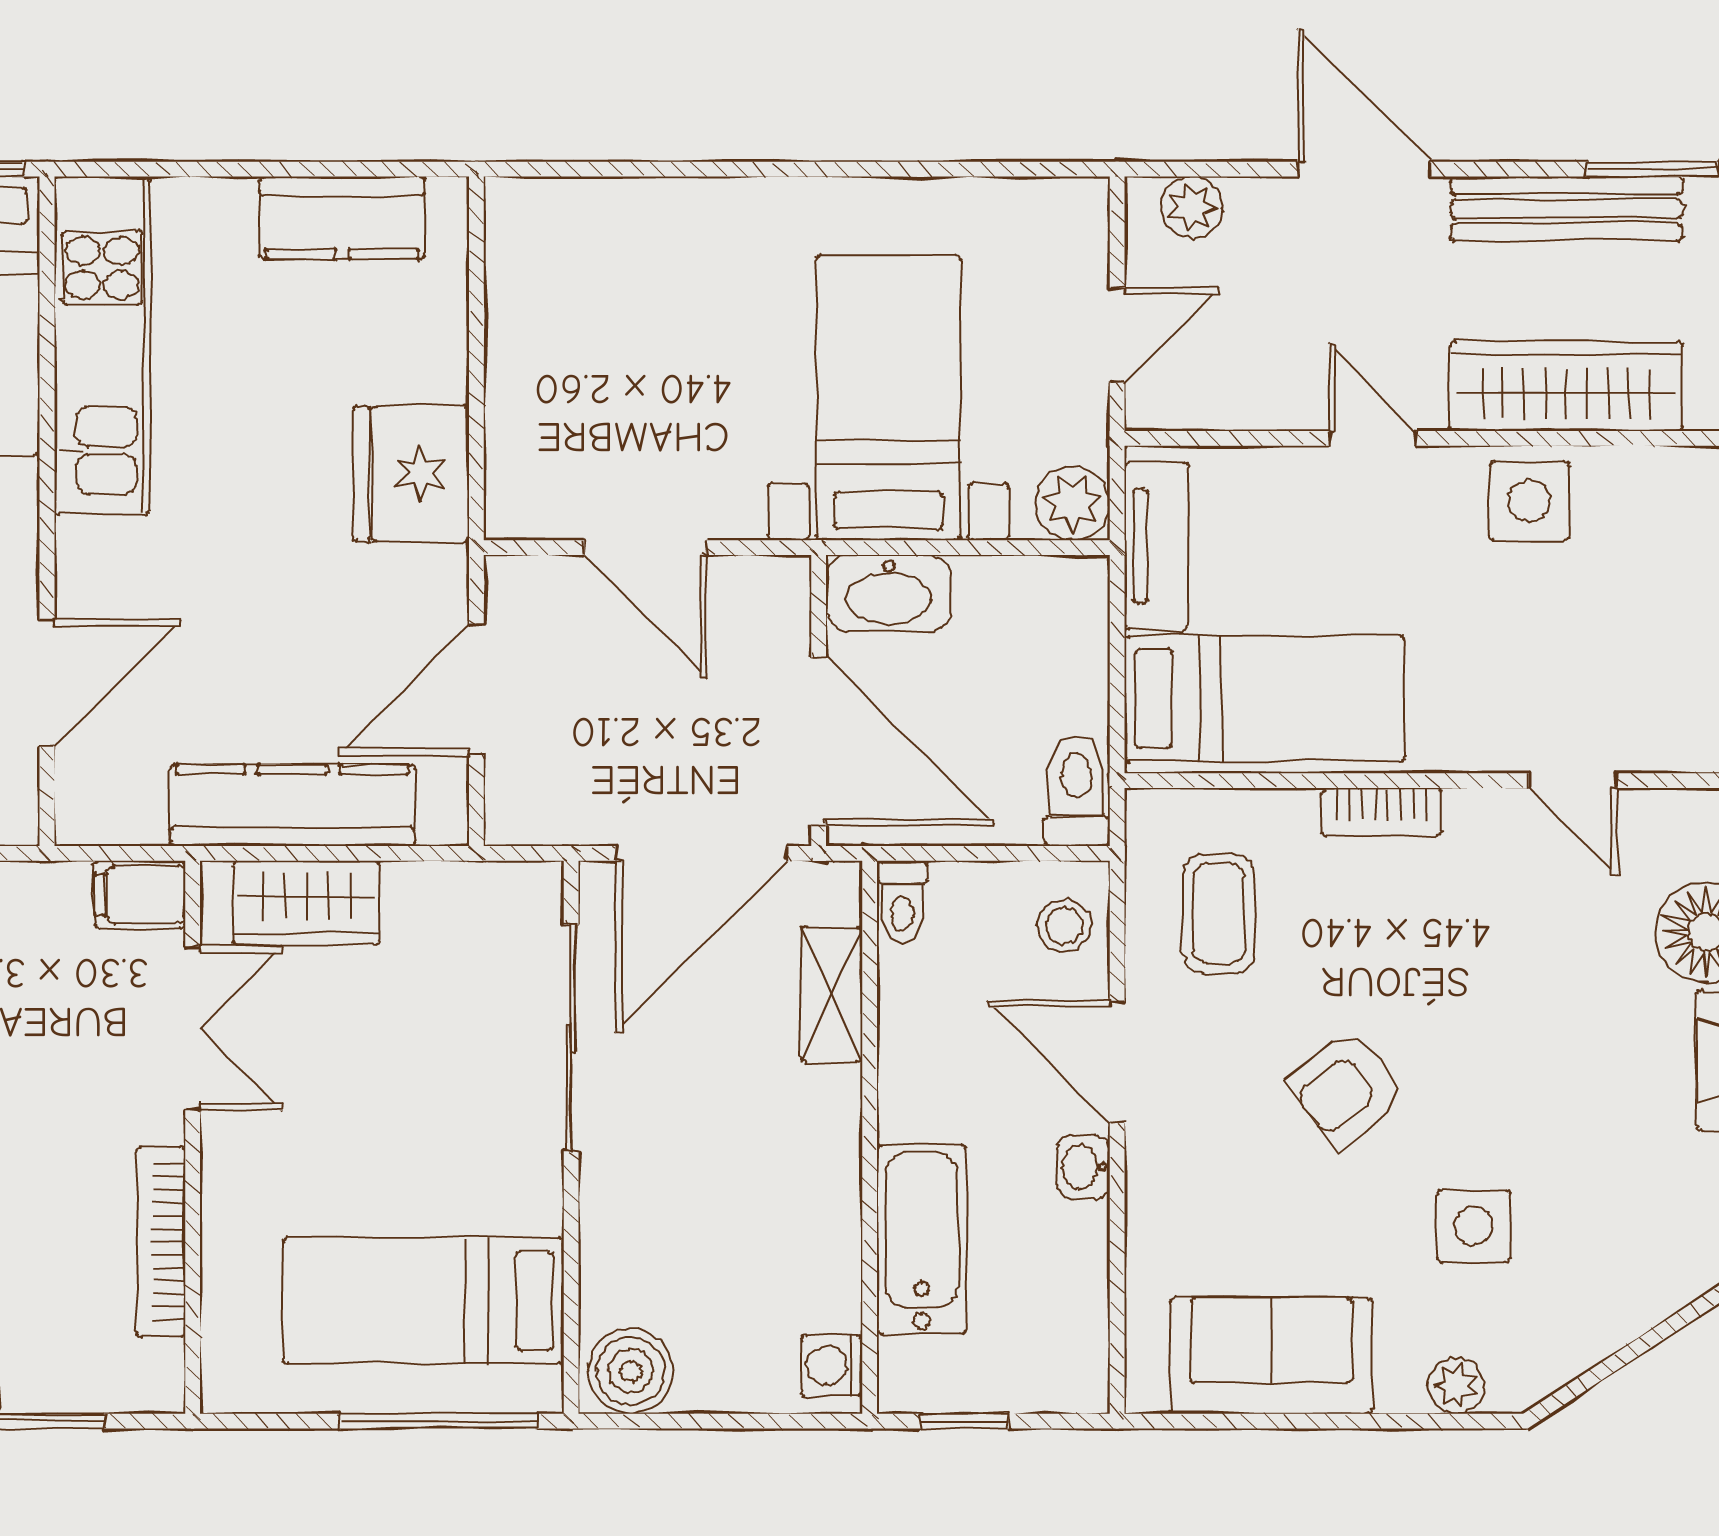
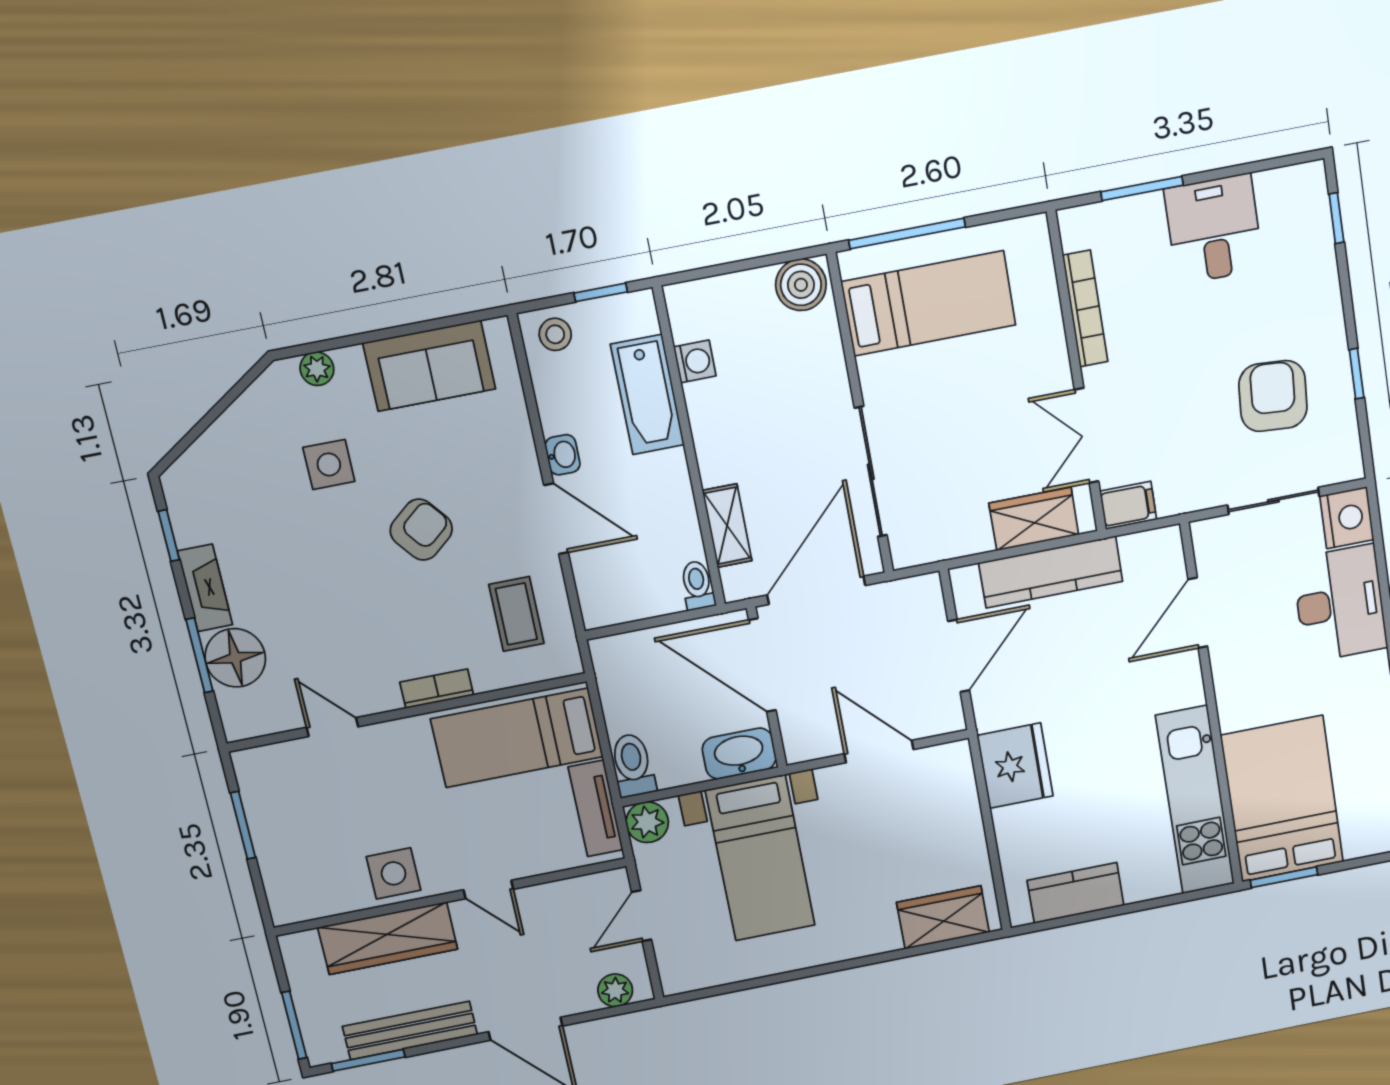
wardrobe: (586, 221) -> (943, 917), added
toilet: (1076, 791) -> (633, 765), moved, turned 180
stool: (1064, 926) -> (555, 334), moved
washing machine: (832, 1365) -> (695, 361), moved

